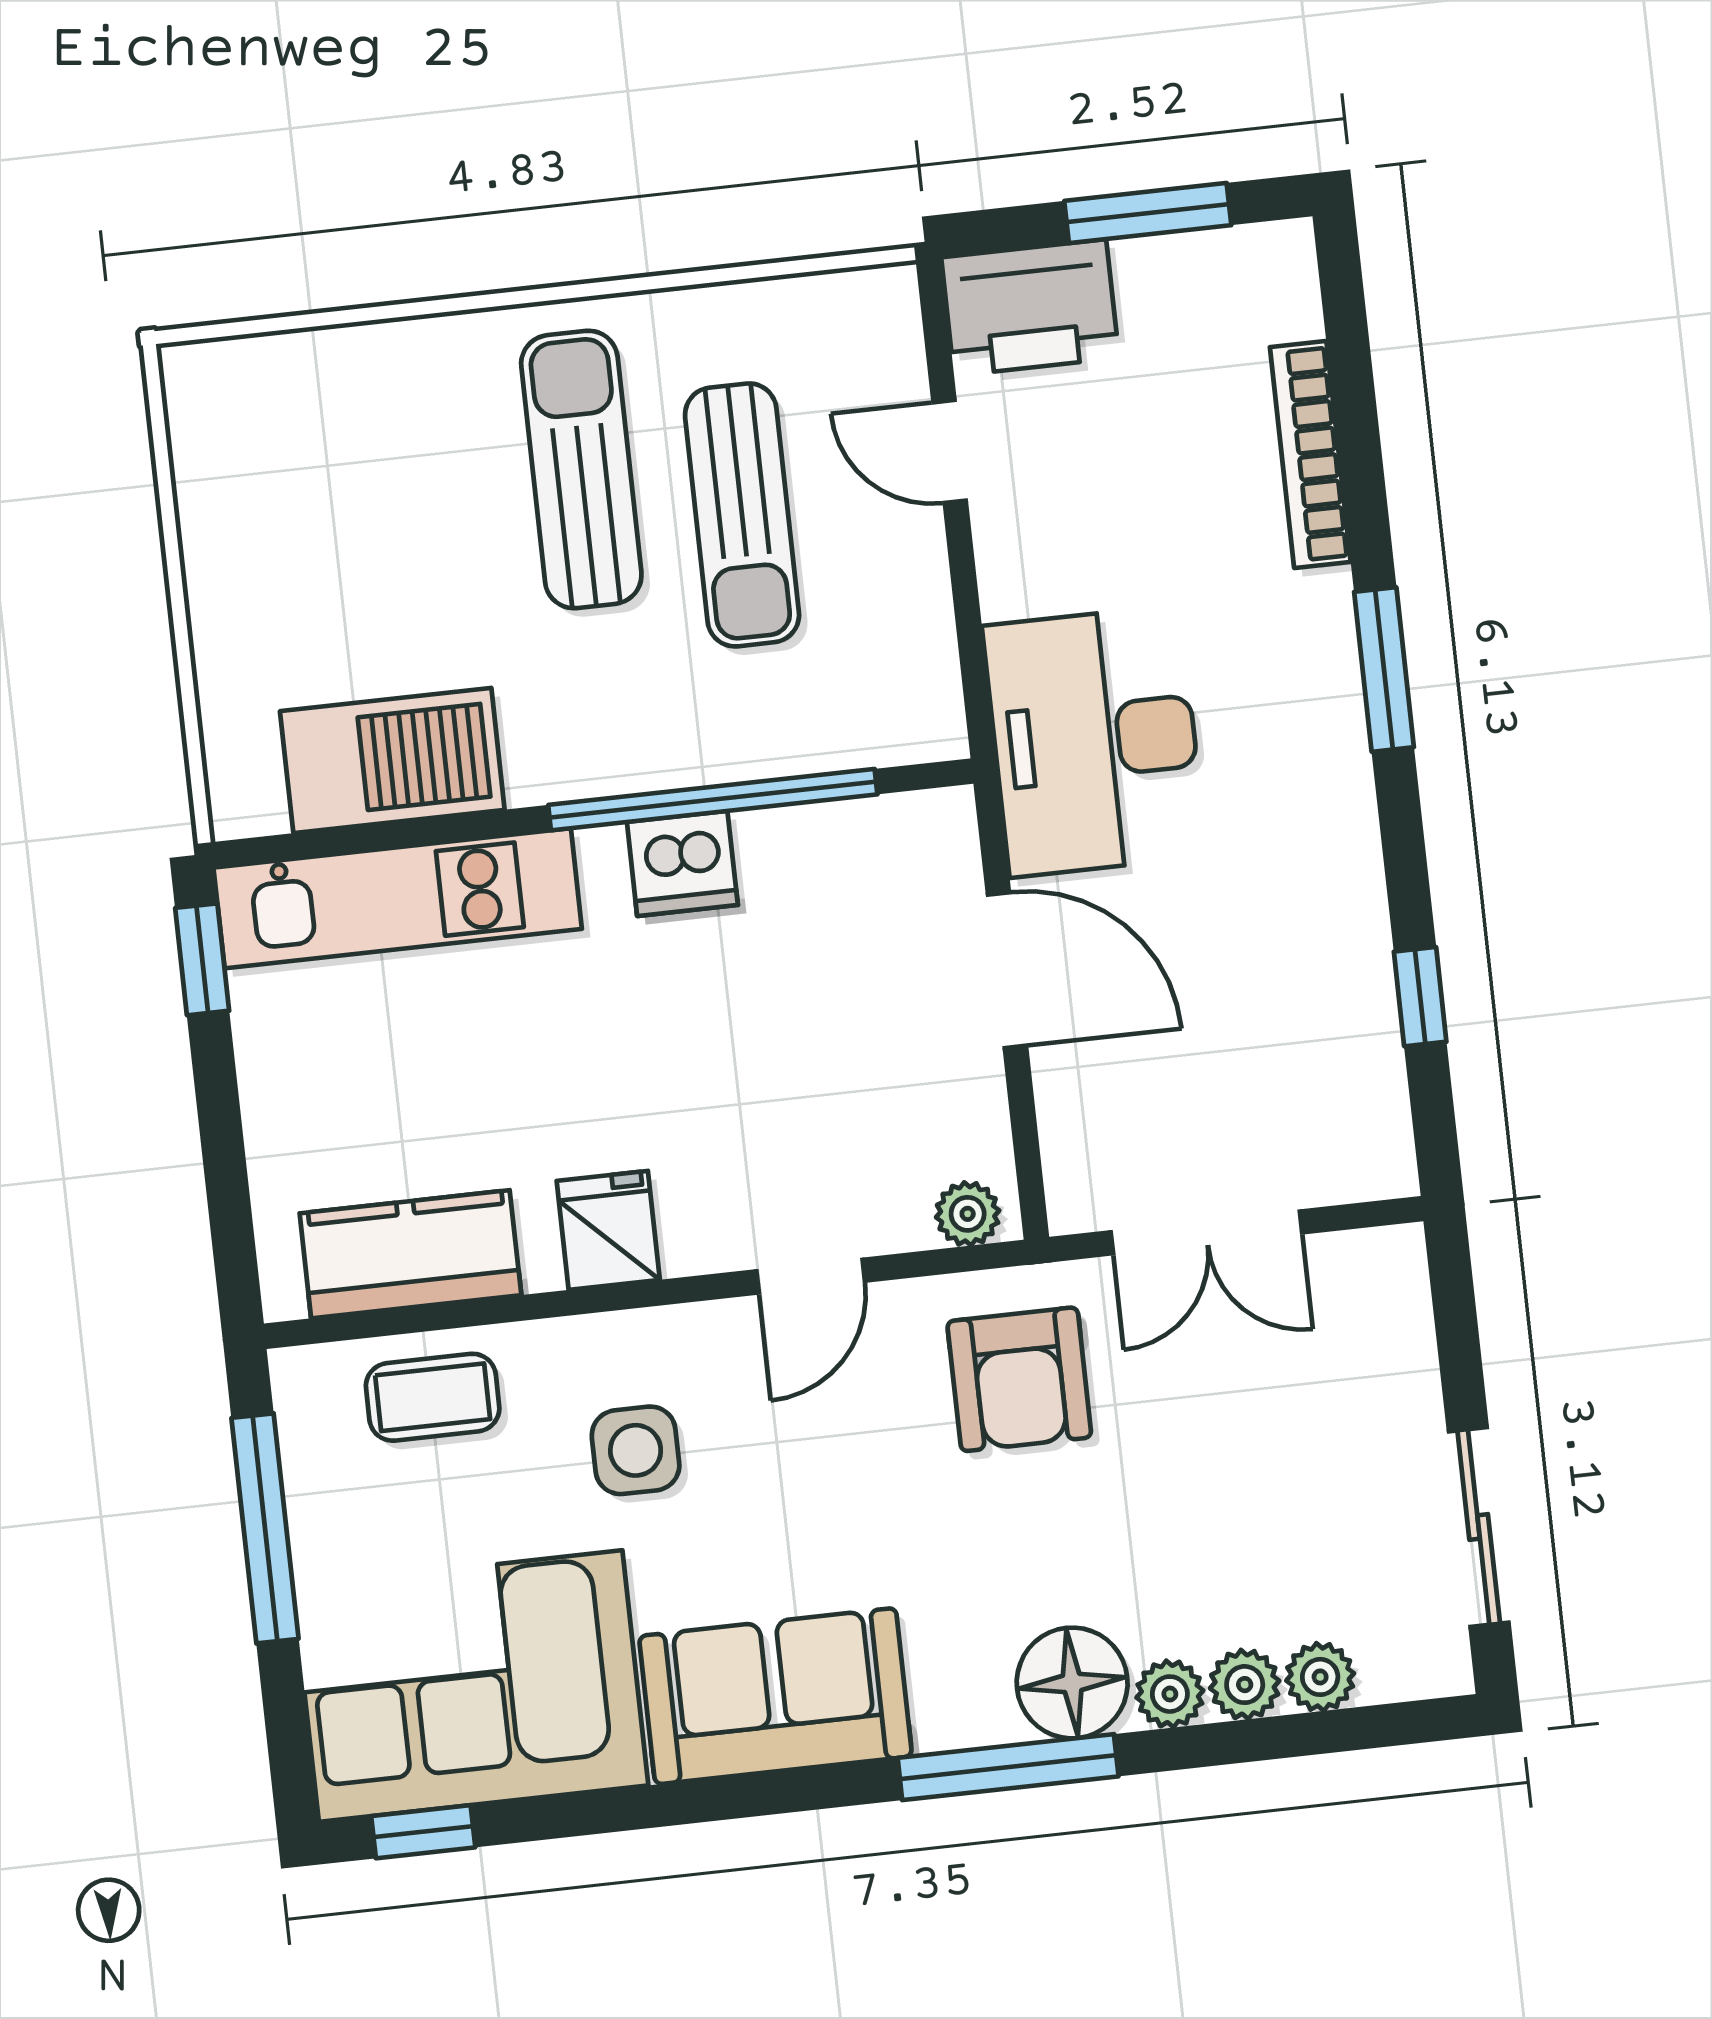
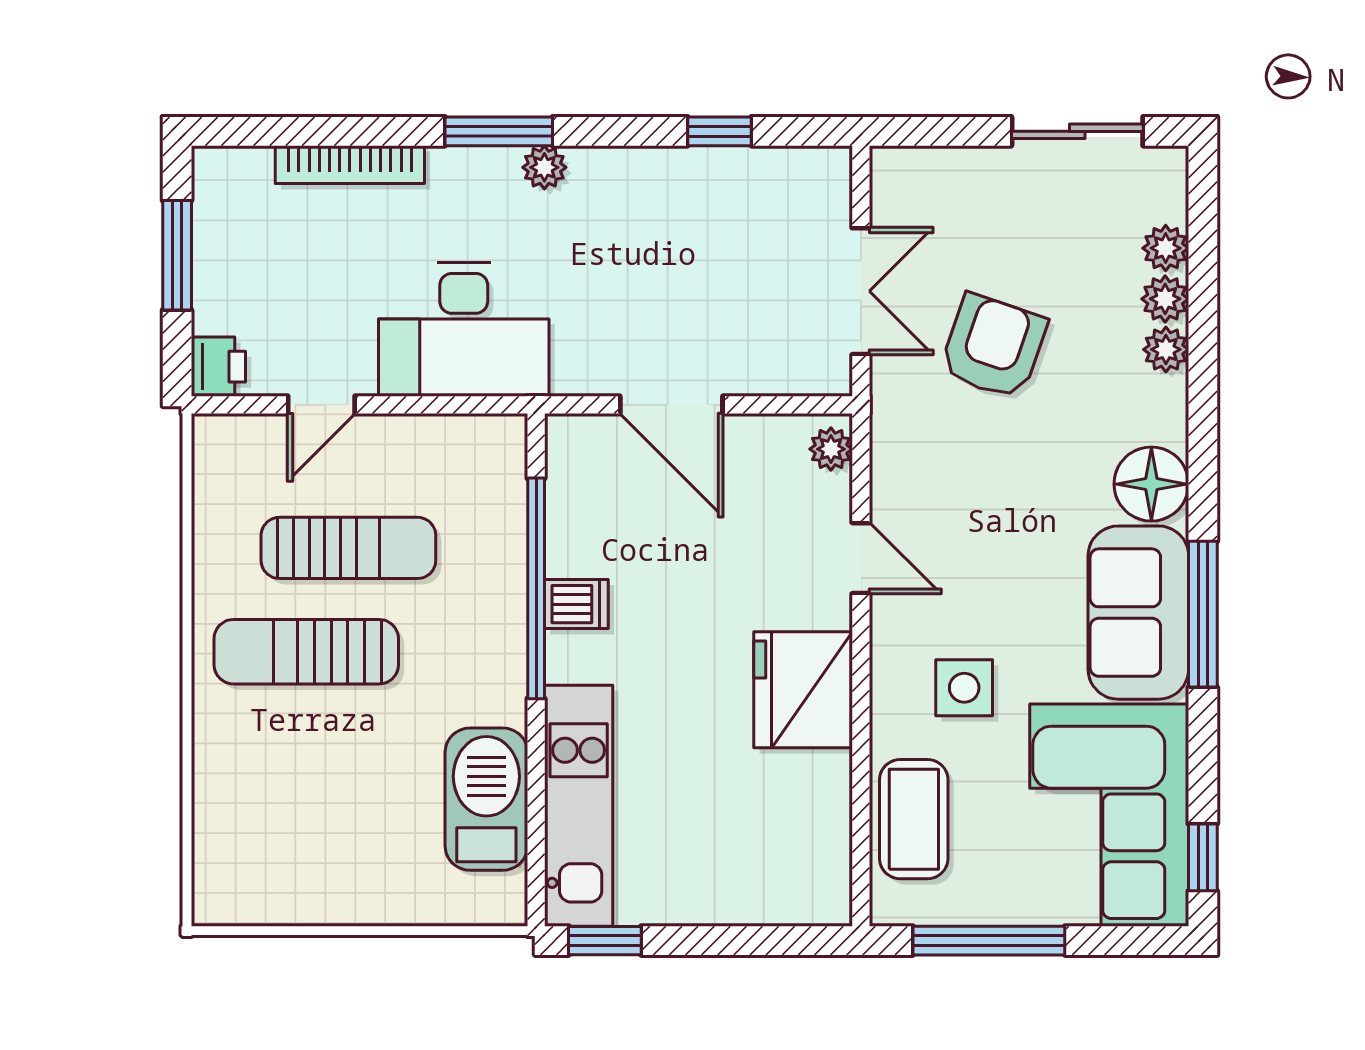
printer: (1030, 307) -> (218, 367), width x0.53, depth x0.68
desk: (1095, 741) -> (464, 329), moved
plant: (1338, 743) -> (544, 167), added
dishwasher: (682, 863) -> (576, 604), width x0.73
door: (1007, 970) -> (671, 405), swing flipped
fridge: (608, 1230) -> (803, 690), width x1.88, depth x1.34
kitchen counter: (410, 1254) -> (817, 823), removed
armchair: (1019, 1379) -> (993, 346), moved, turned -71
coffee table: (433, 1397) -> (914, 819), width x1.36, depth x1.30
floor lamp: (1072, 1683) -> (1151, 484), moved
window: (1008, 1767) -> (1203, 614), moved

